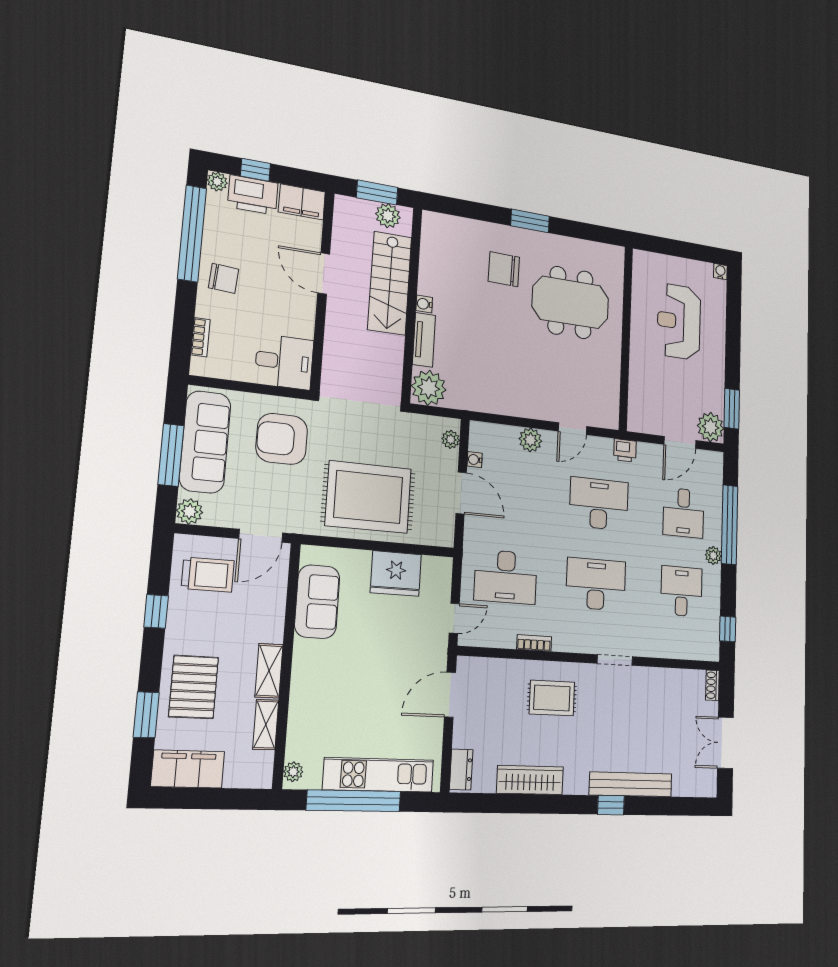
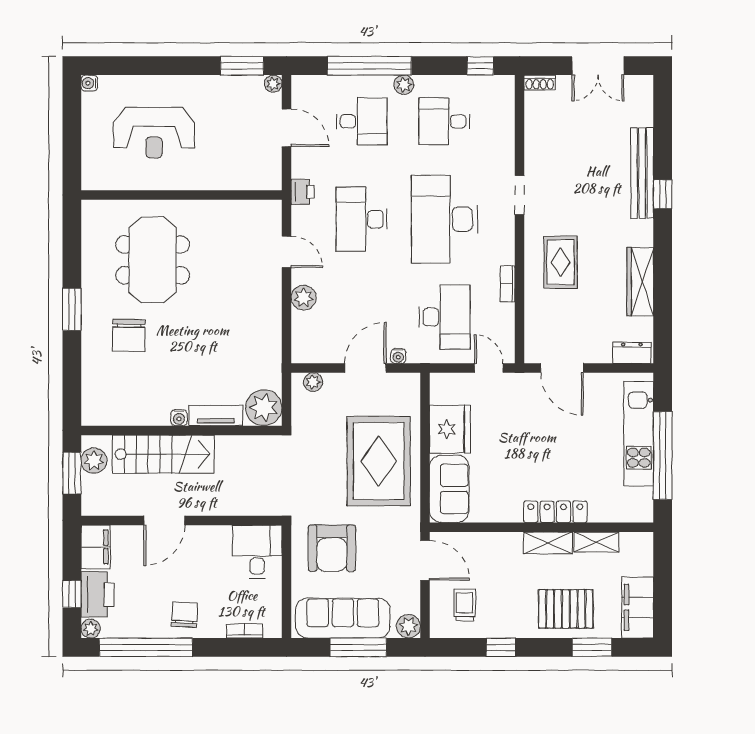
plant: (711, 427) -> (273, 84), width x0.53, depth x0.53
water cooler: (475, 460) -> (398, 356), moved
trolley: (208, 575) -> (465, 605), width x0.73, depth x0.72
desk: (596, 584) -> (444, 219), width x1.36, depth x1.30
sofa: (317, 602) -> (449, 489), moved, turned 90
locker: (302, 680) -> (555, 512), added
plant: (293, 772) -> (638, 514), removed

